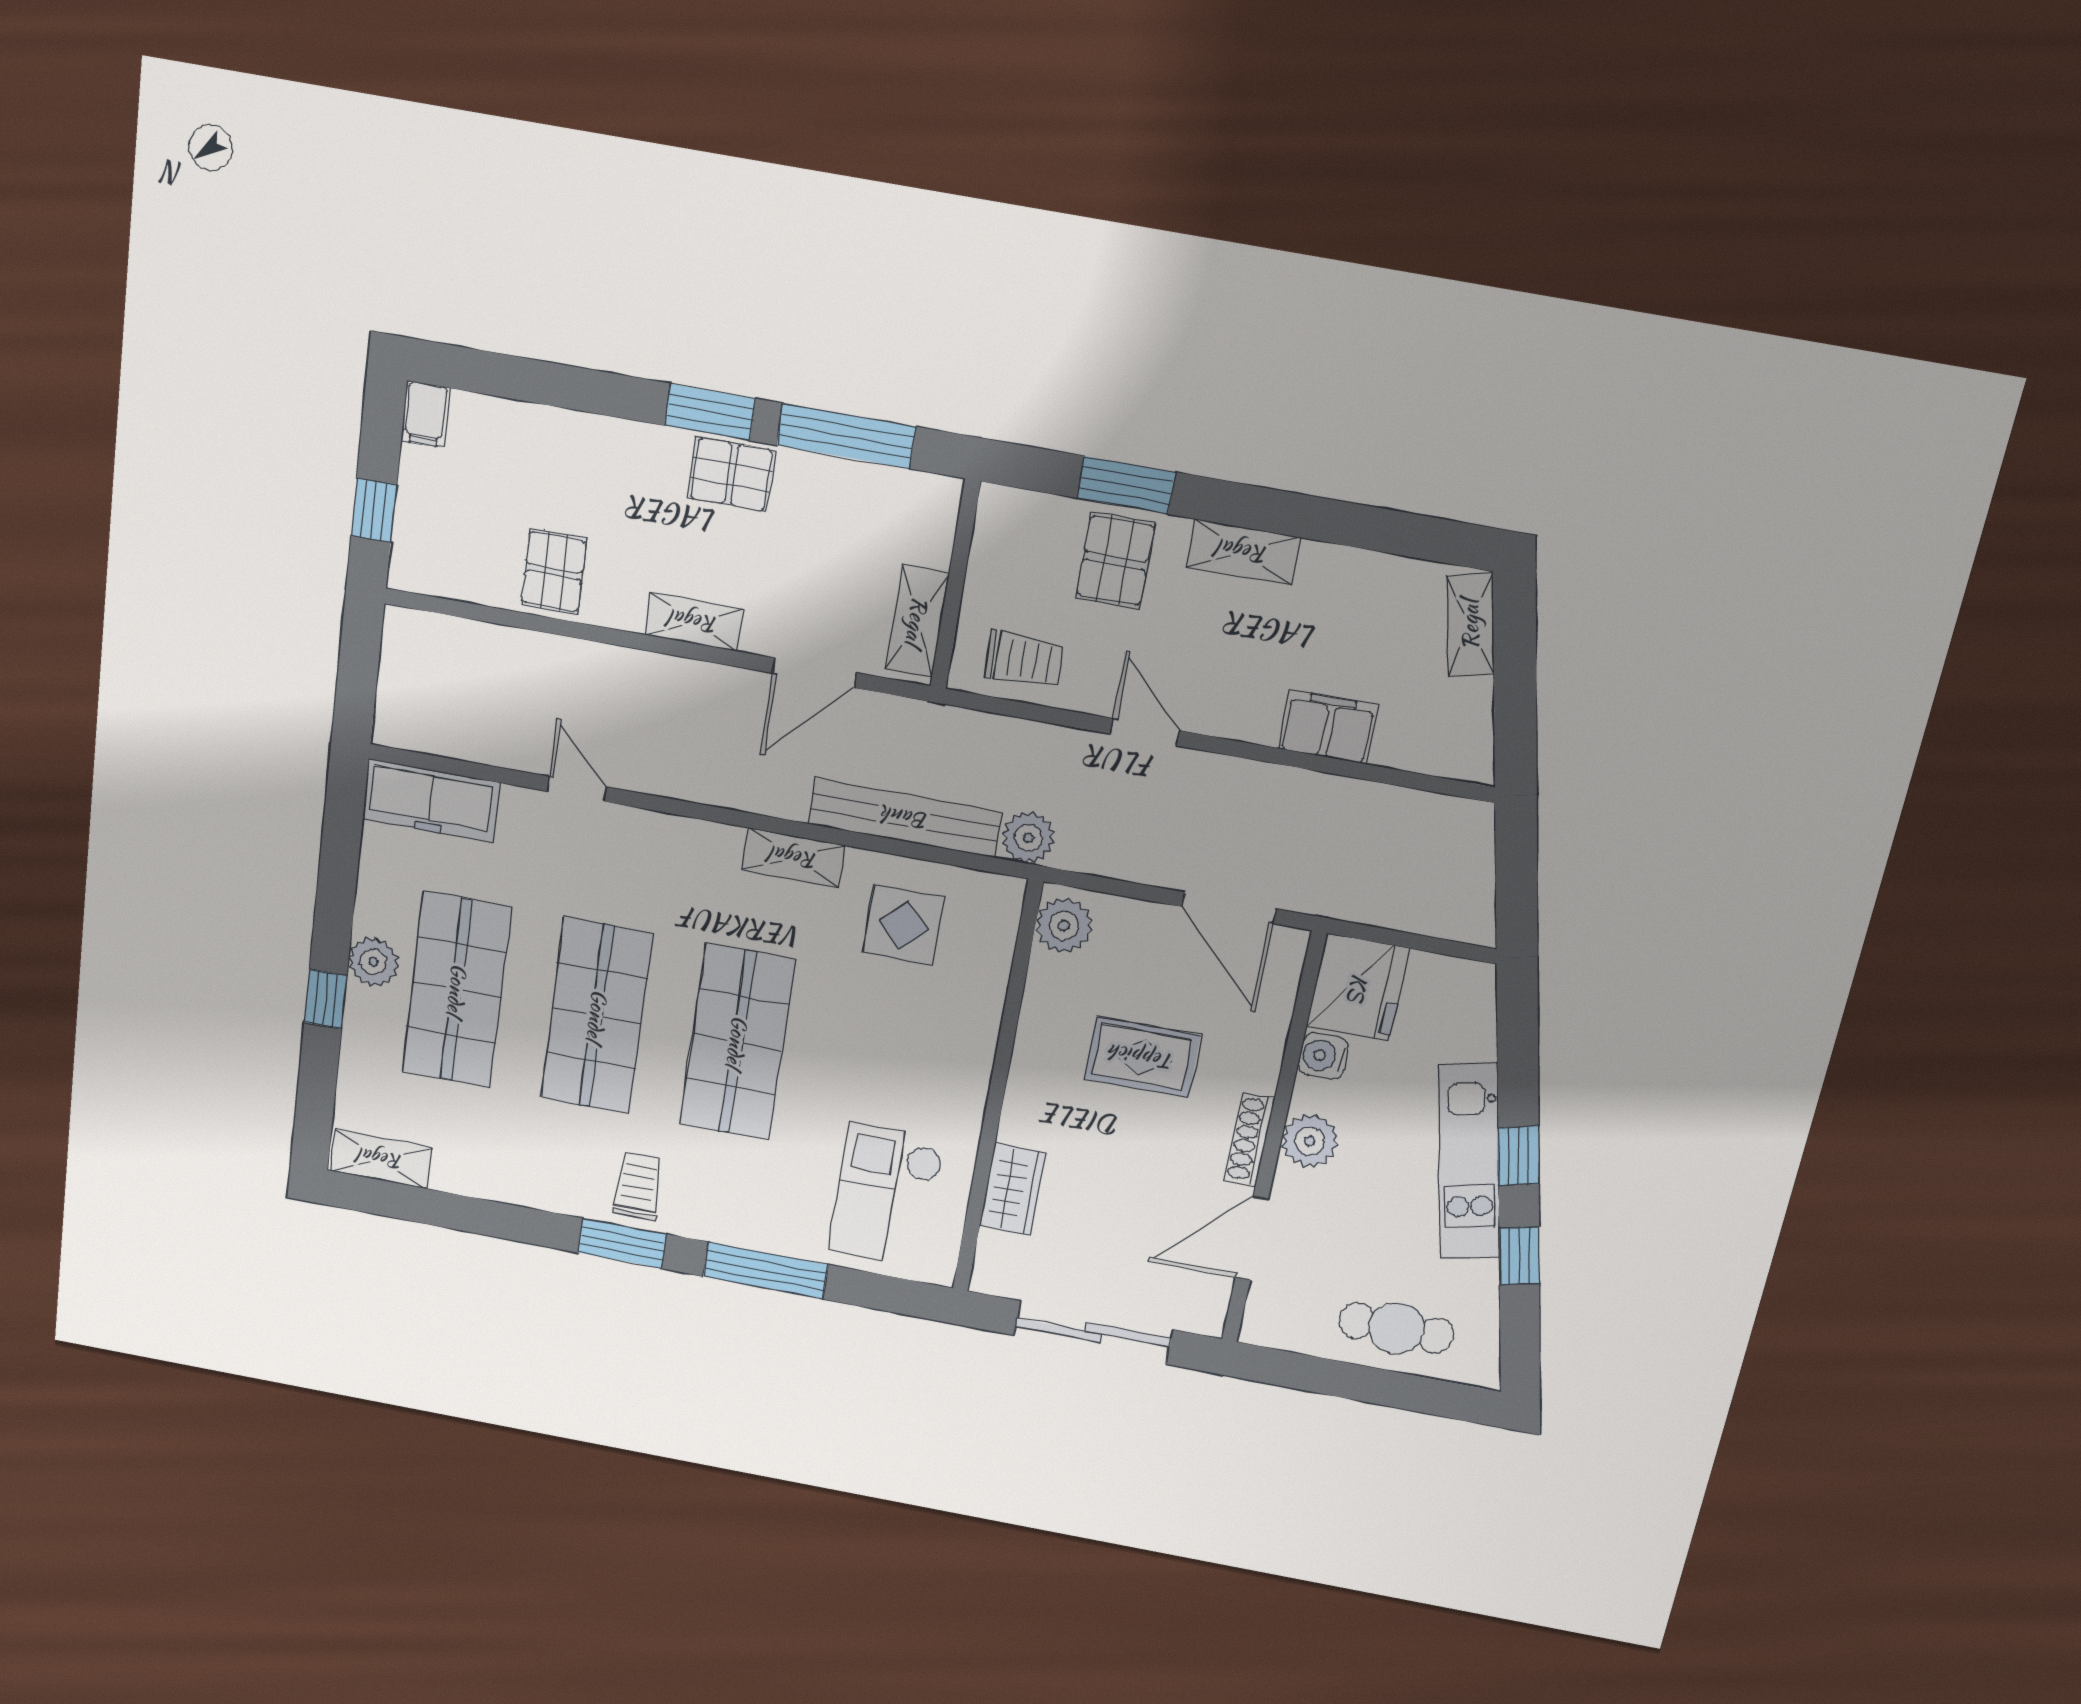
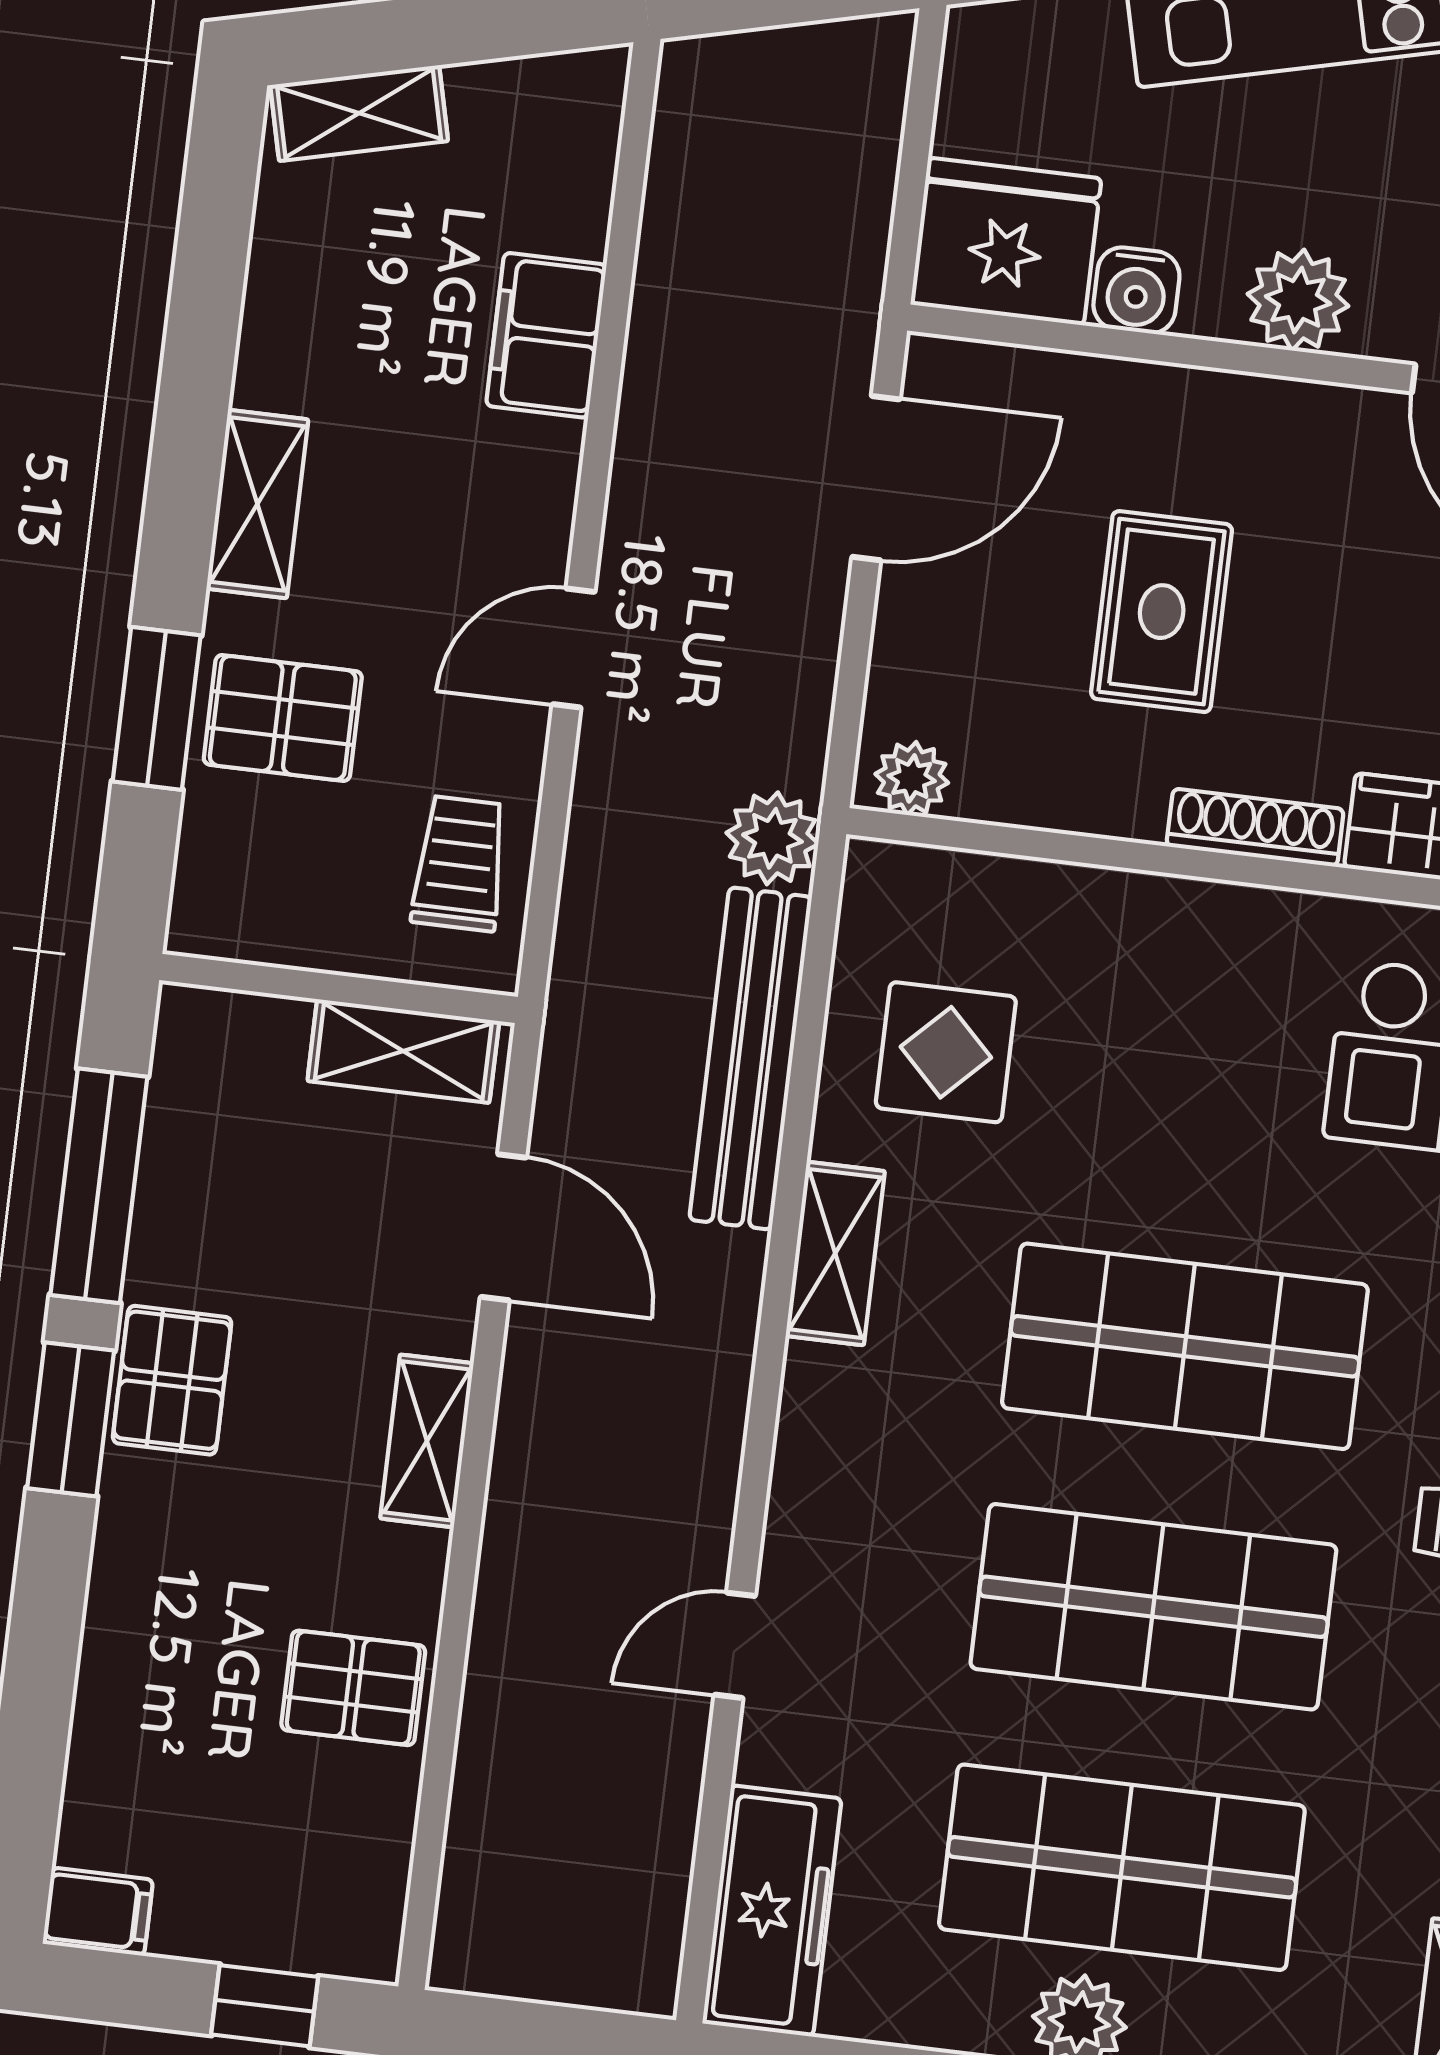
plant: (1064, 925) -> (912, 778), width x0.73, depth x0.73
shoe rack: (1249, 1140) -> (1255, 828), moved, turned 180

